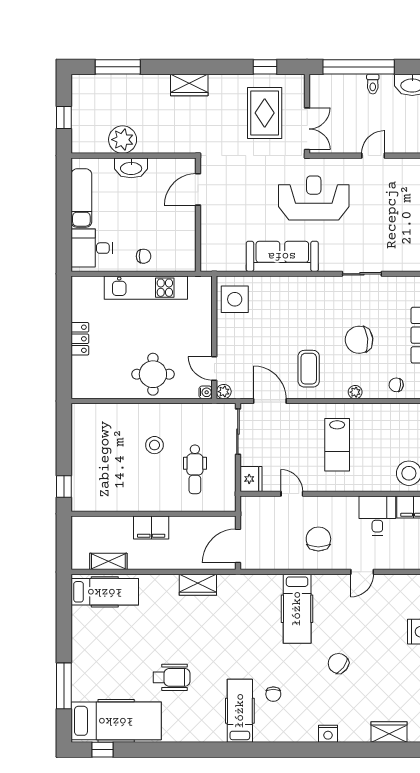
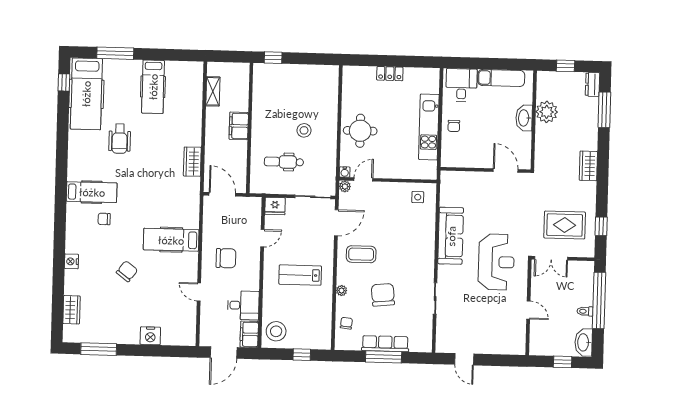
dresser: (86, 83) -> (593, 84), added
side table: (235, 299) -> (418, 197), width x0.54, depth x0.54
hospital bed: (105, 592) -> (153, 87), moved

